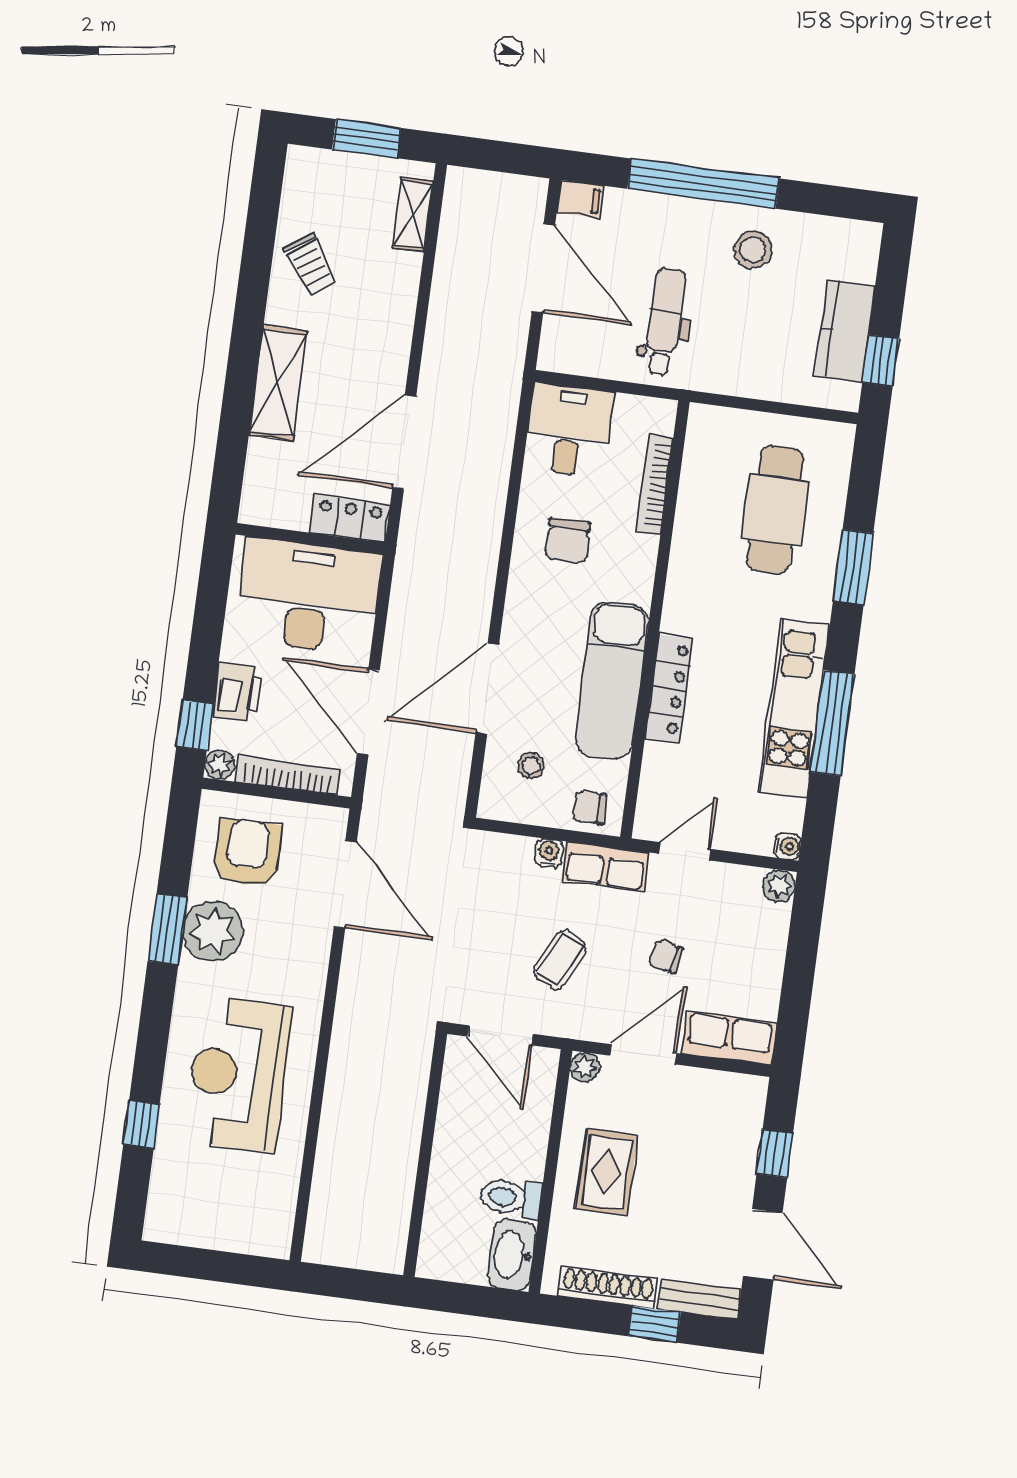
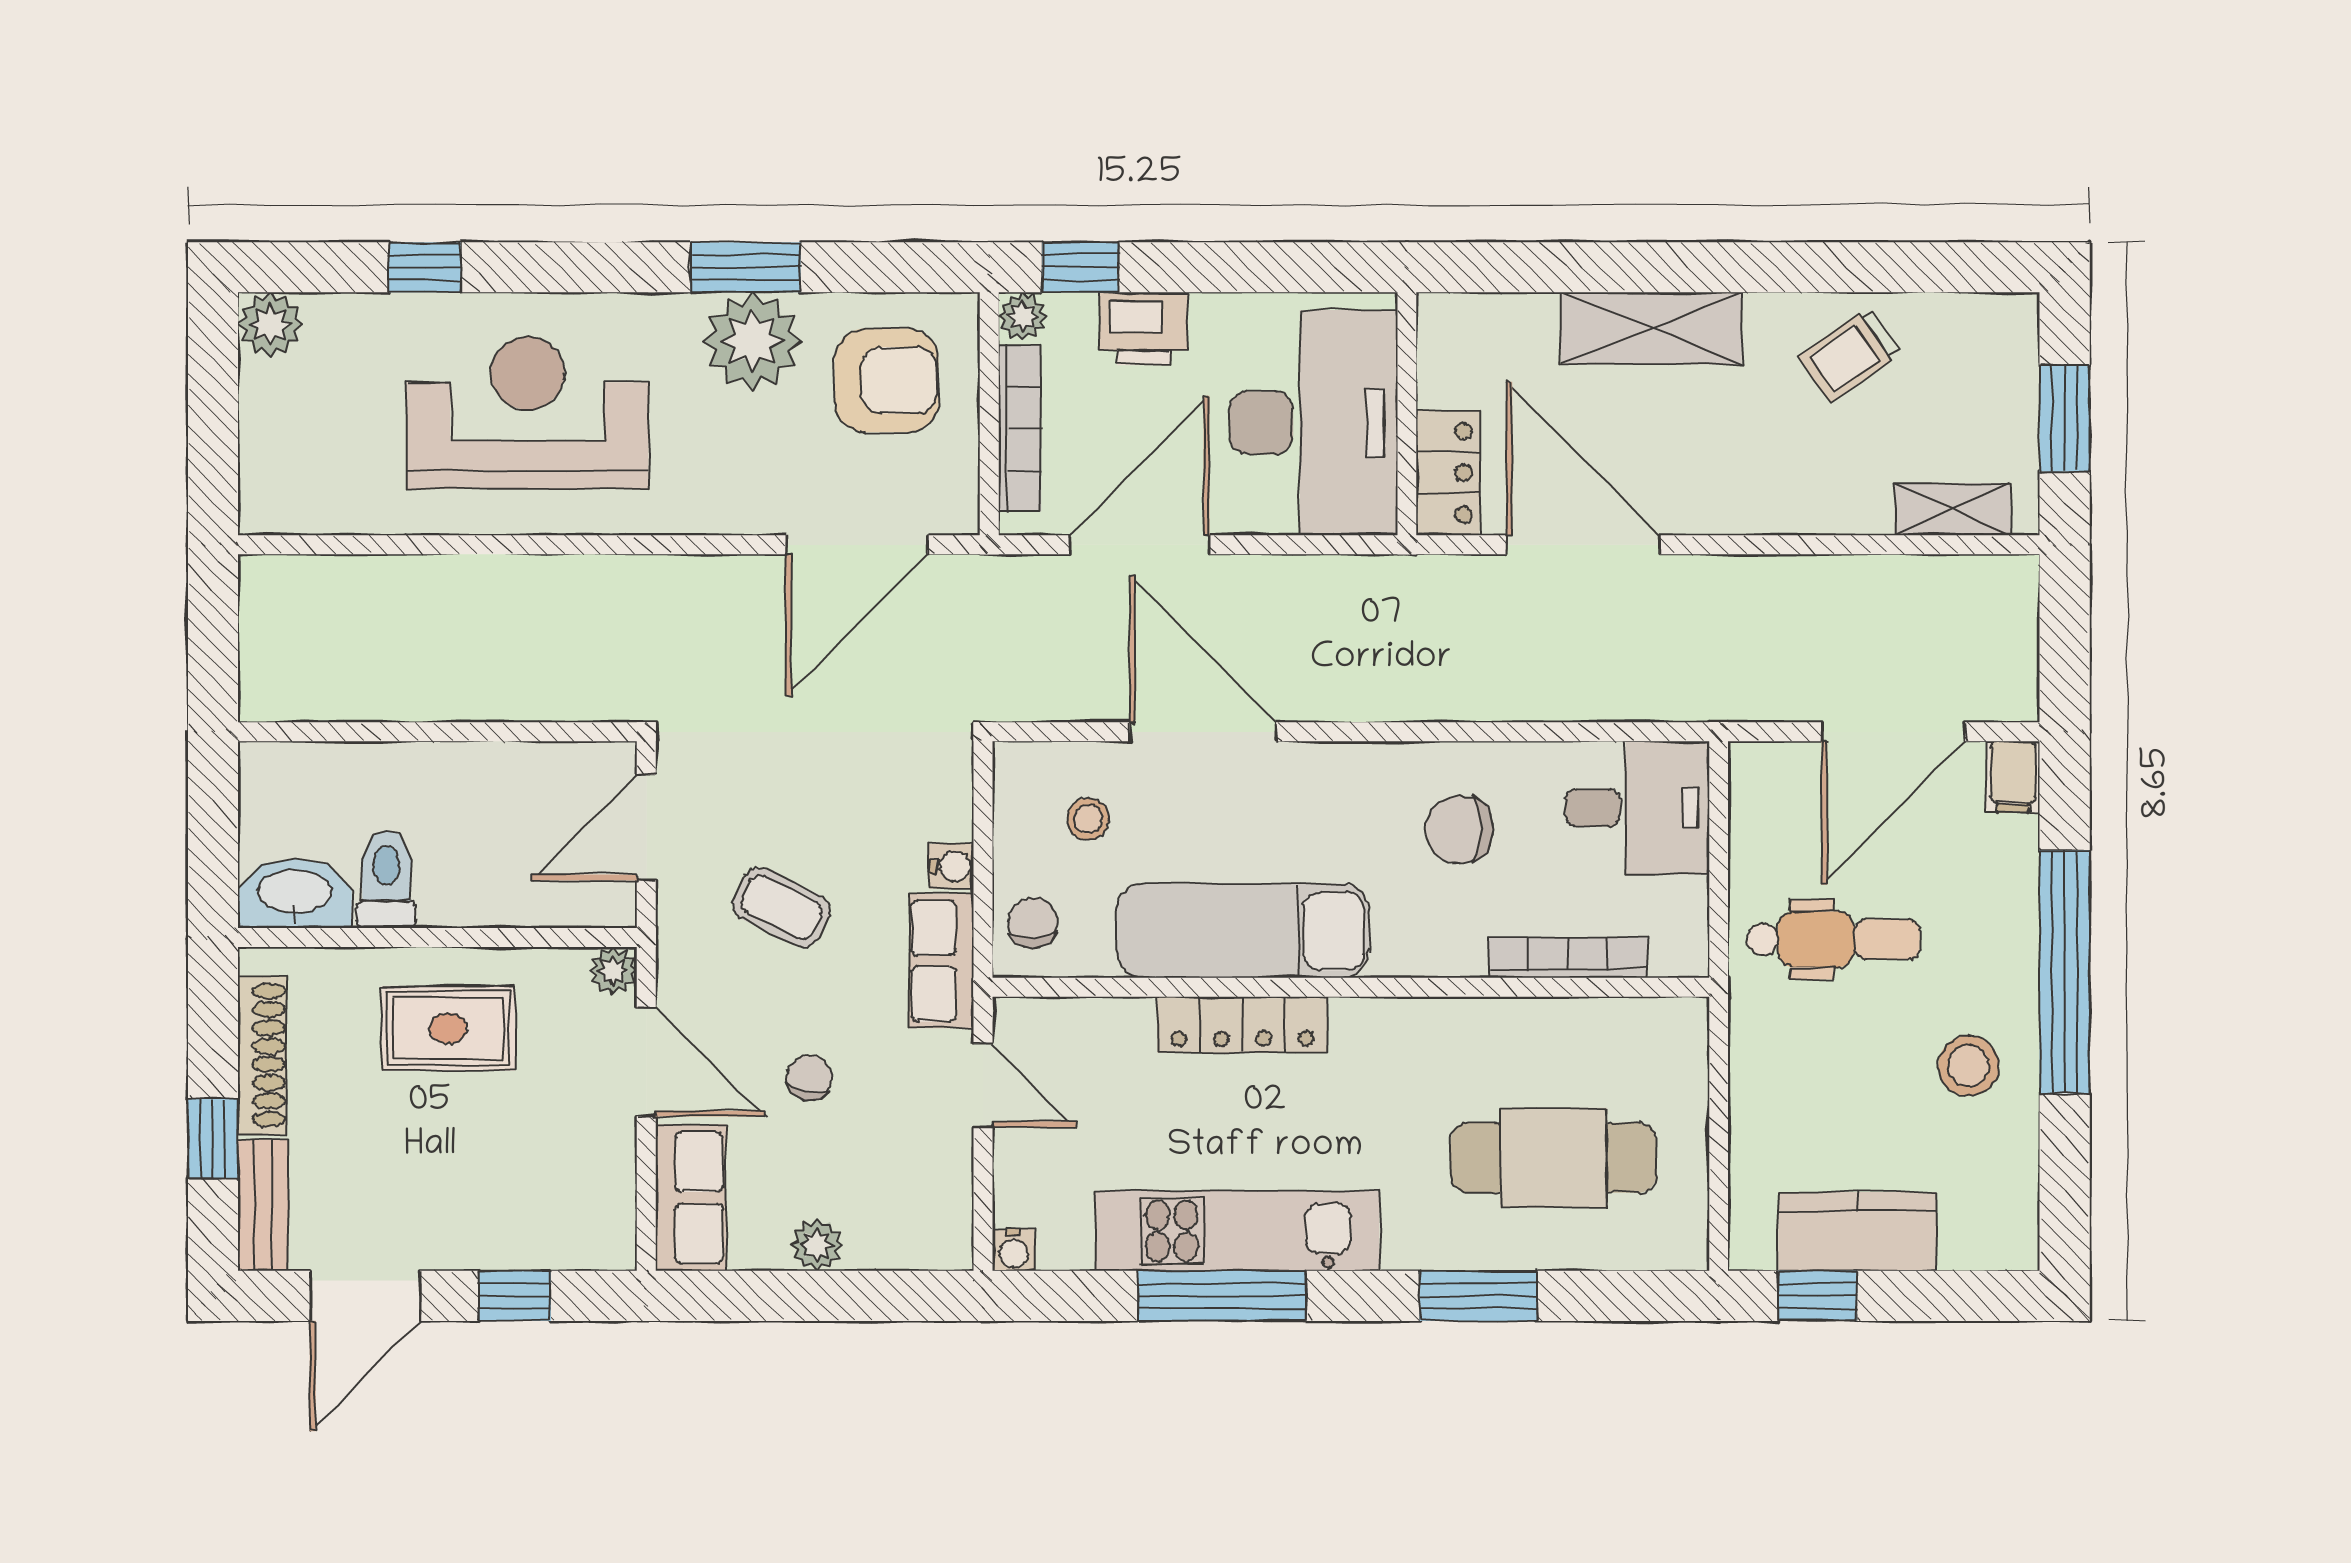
plant: (779, 886) -> (817, 1245), moved
plant: (164, 1223) -> (270, 324), added

